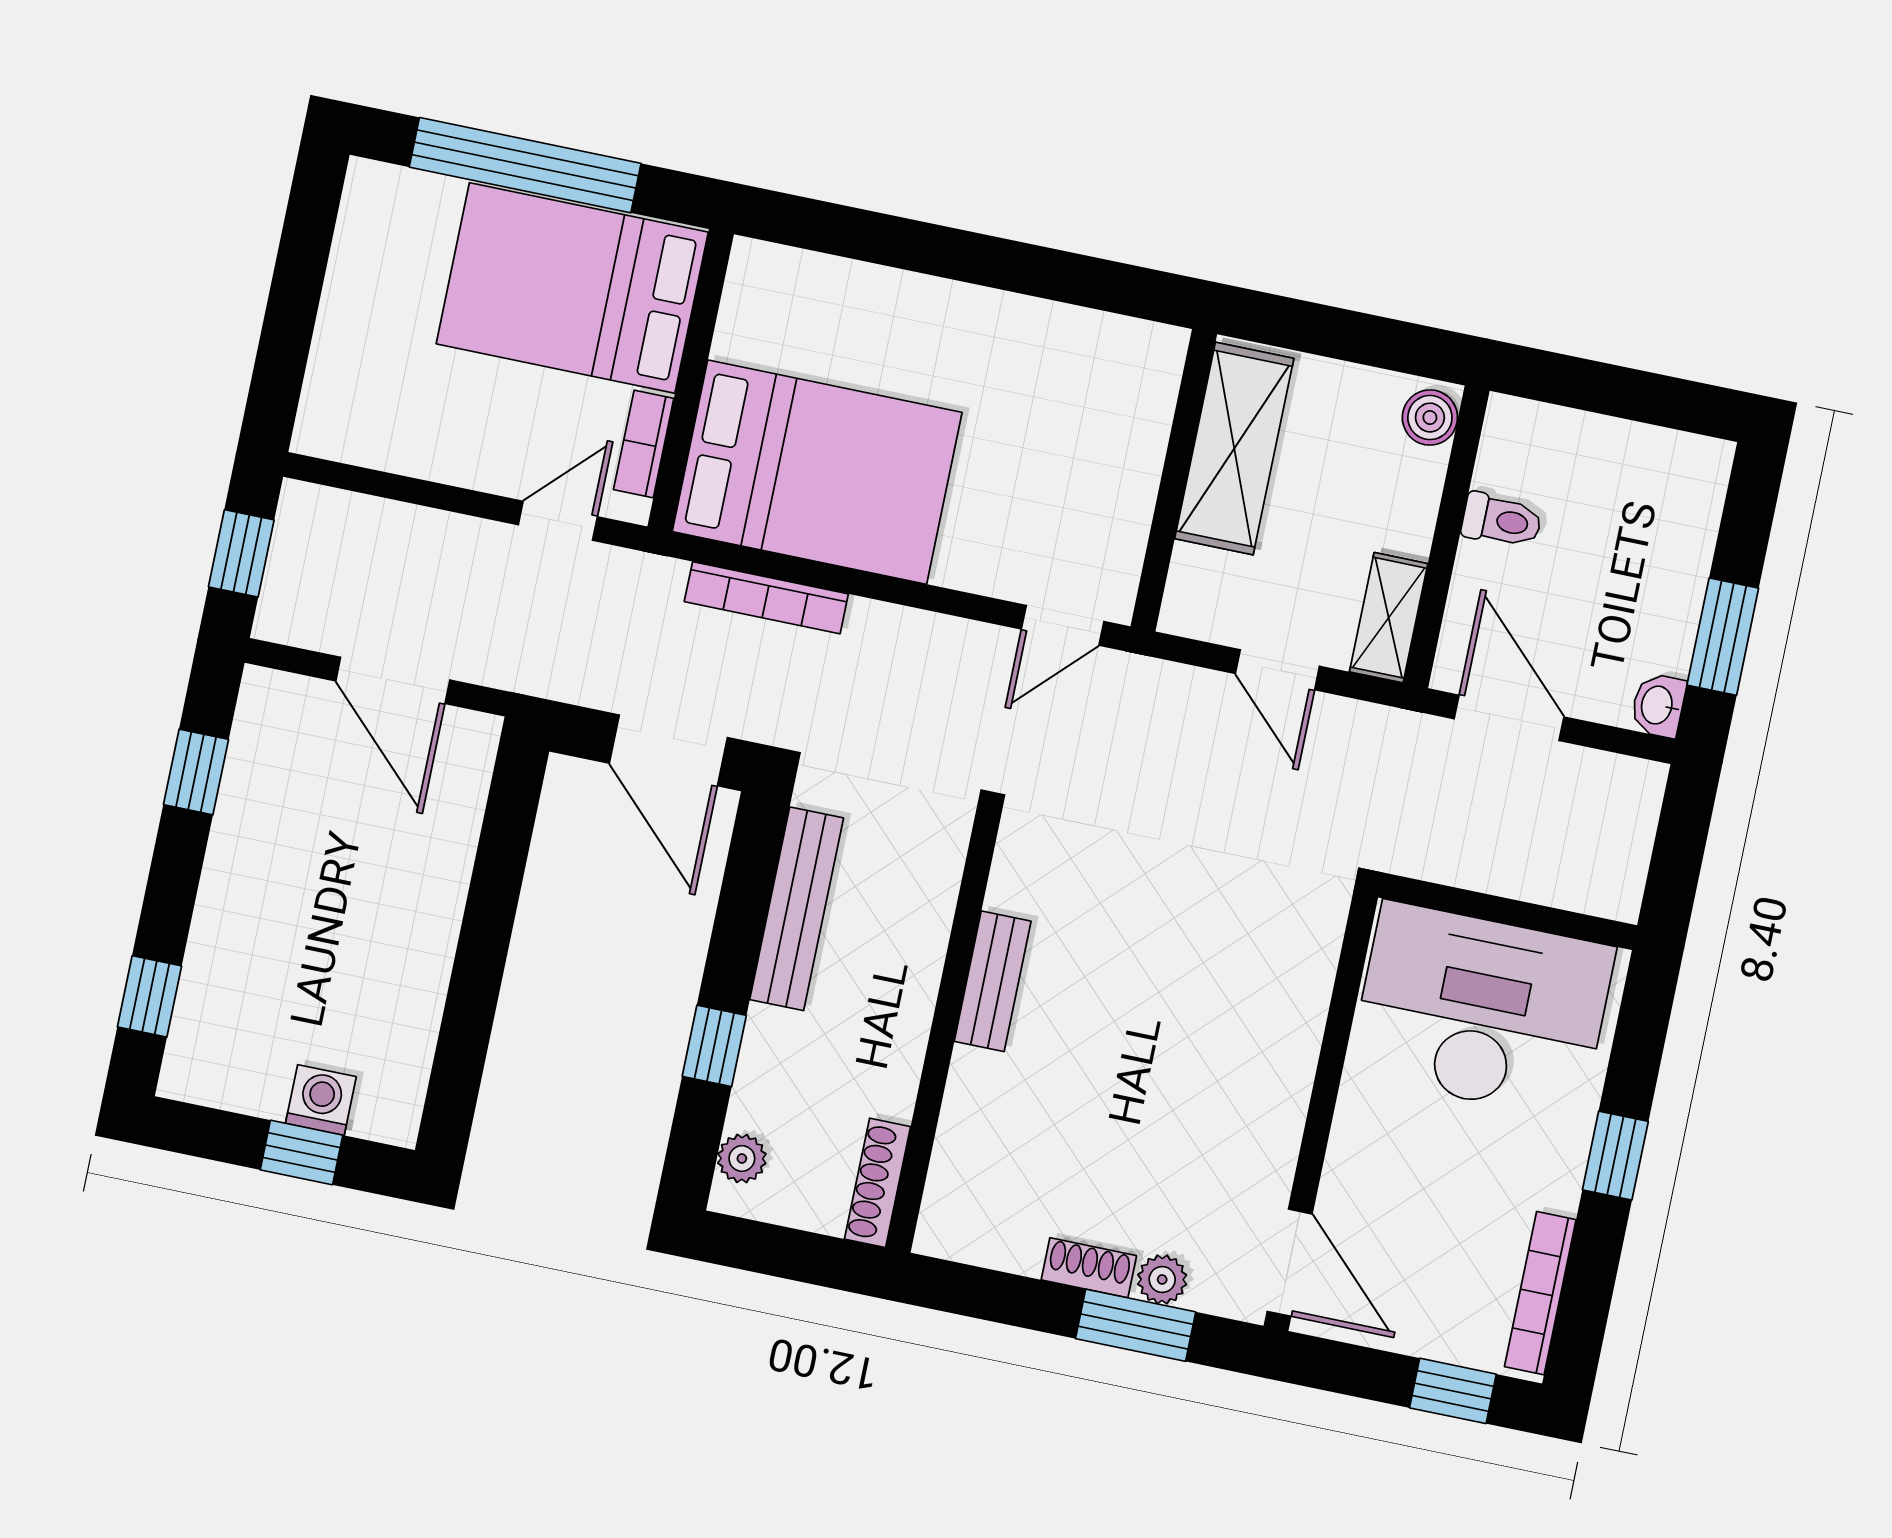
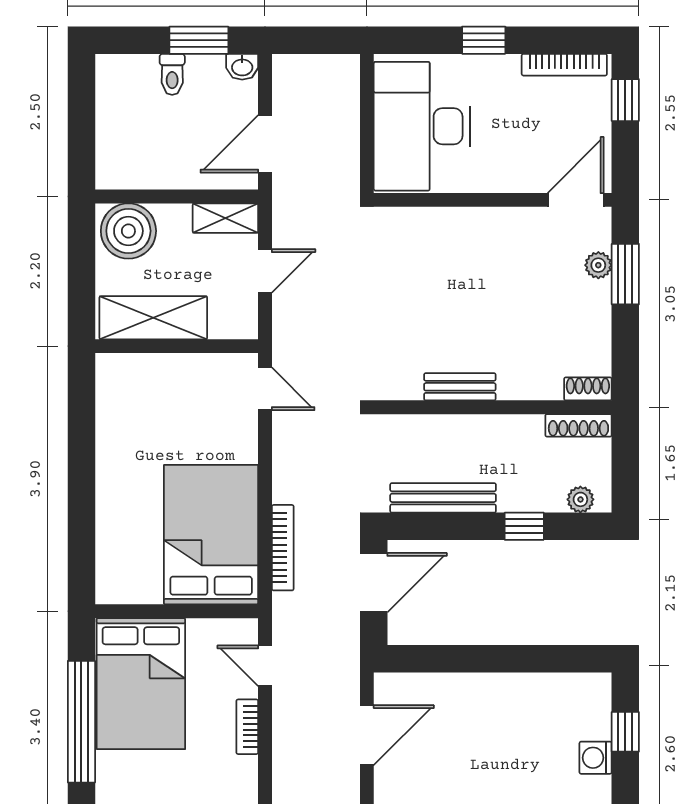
boiler: (1430, 418) -> (128, 231), width x1.86, depth x1.86
bookcase: (644, 444) -> (247, 727), moved, turned 90
toilet: (1502, 520) -> (172, 74), moved, turned 180
washing machine: (321, 1100) -> (596, 758), moved
shoe rack: (1089, 1268) -> (588, 389), moved, turned 90

